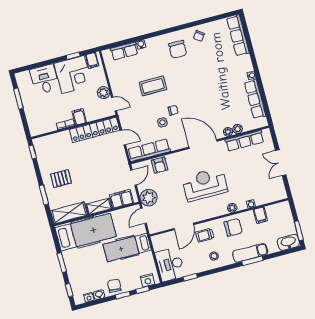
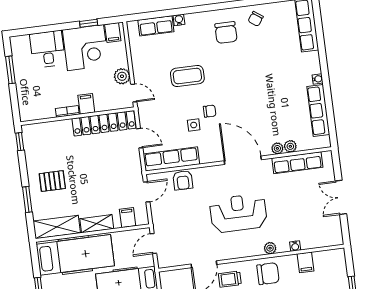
plant: (149, 198) -> (163, 221), removed
filing cabinet: (122, 199) -> (128, 218), width x0.50

